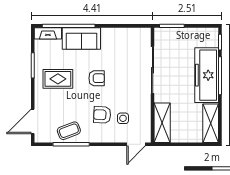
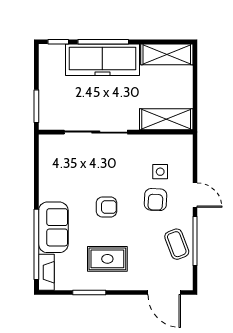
armchair: (97, 78) -> (107, 207), turned 90
rug: (58, 79) -> (107, 259), turned 90
door: (136, 144) -> (195, 195), moved

